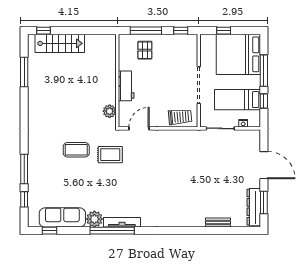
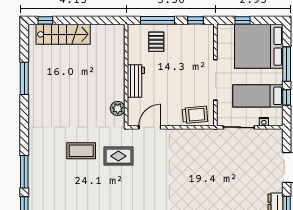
window: (24, 72) -> (24, 78), moved

